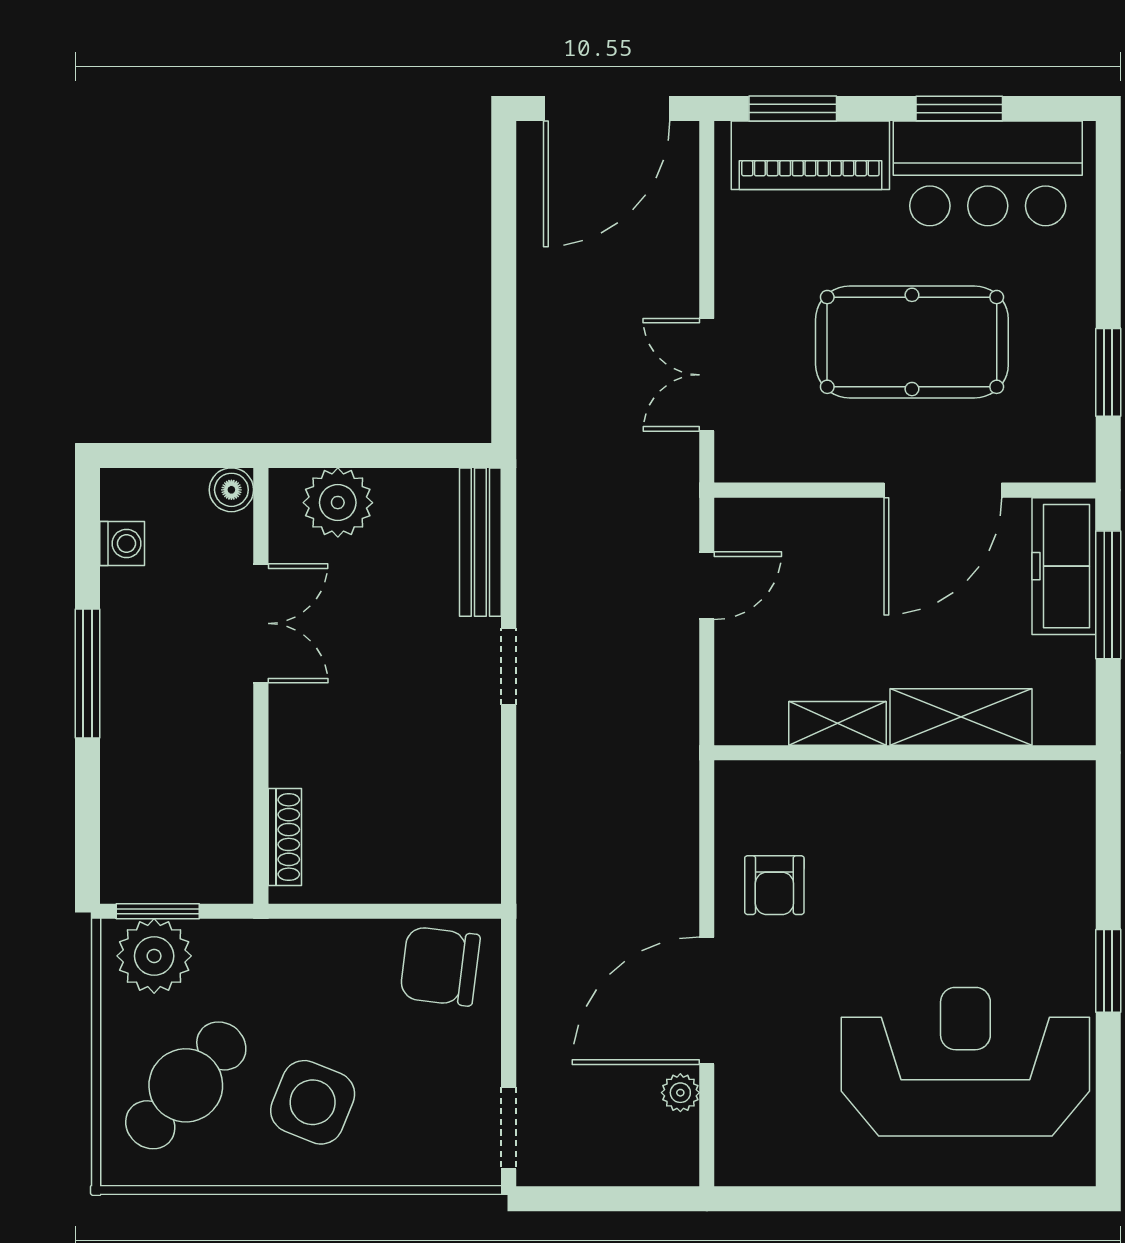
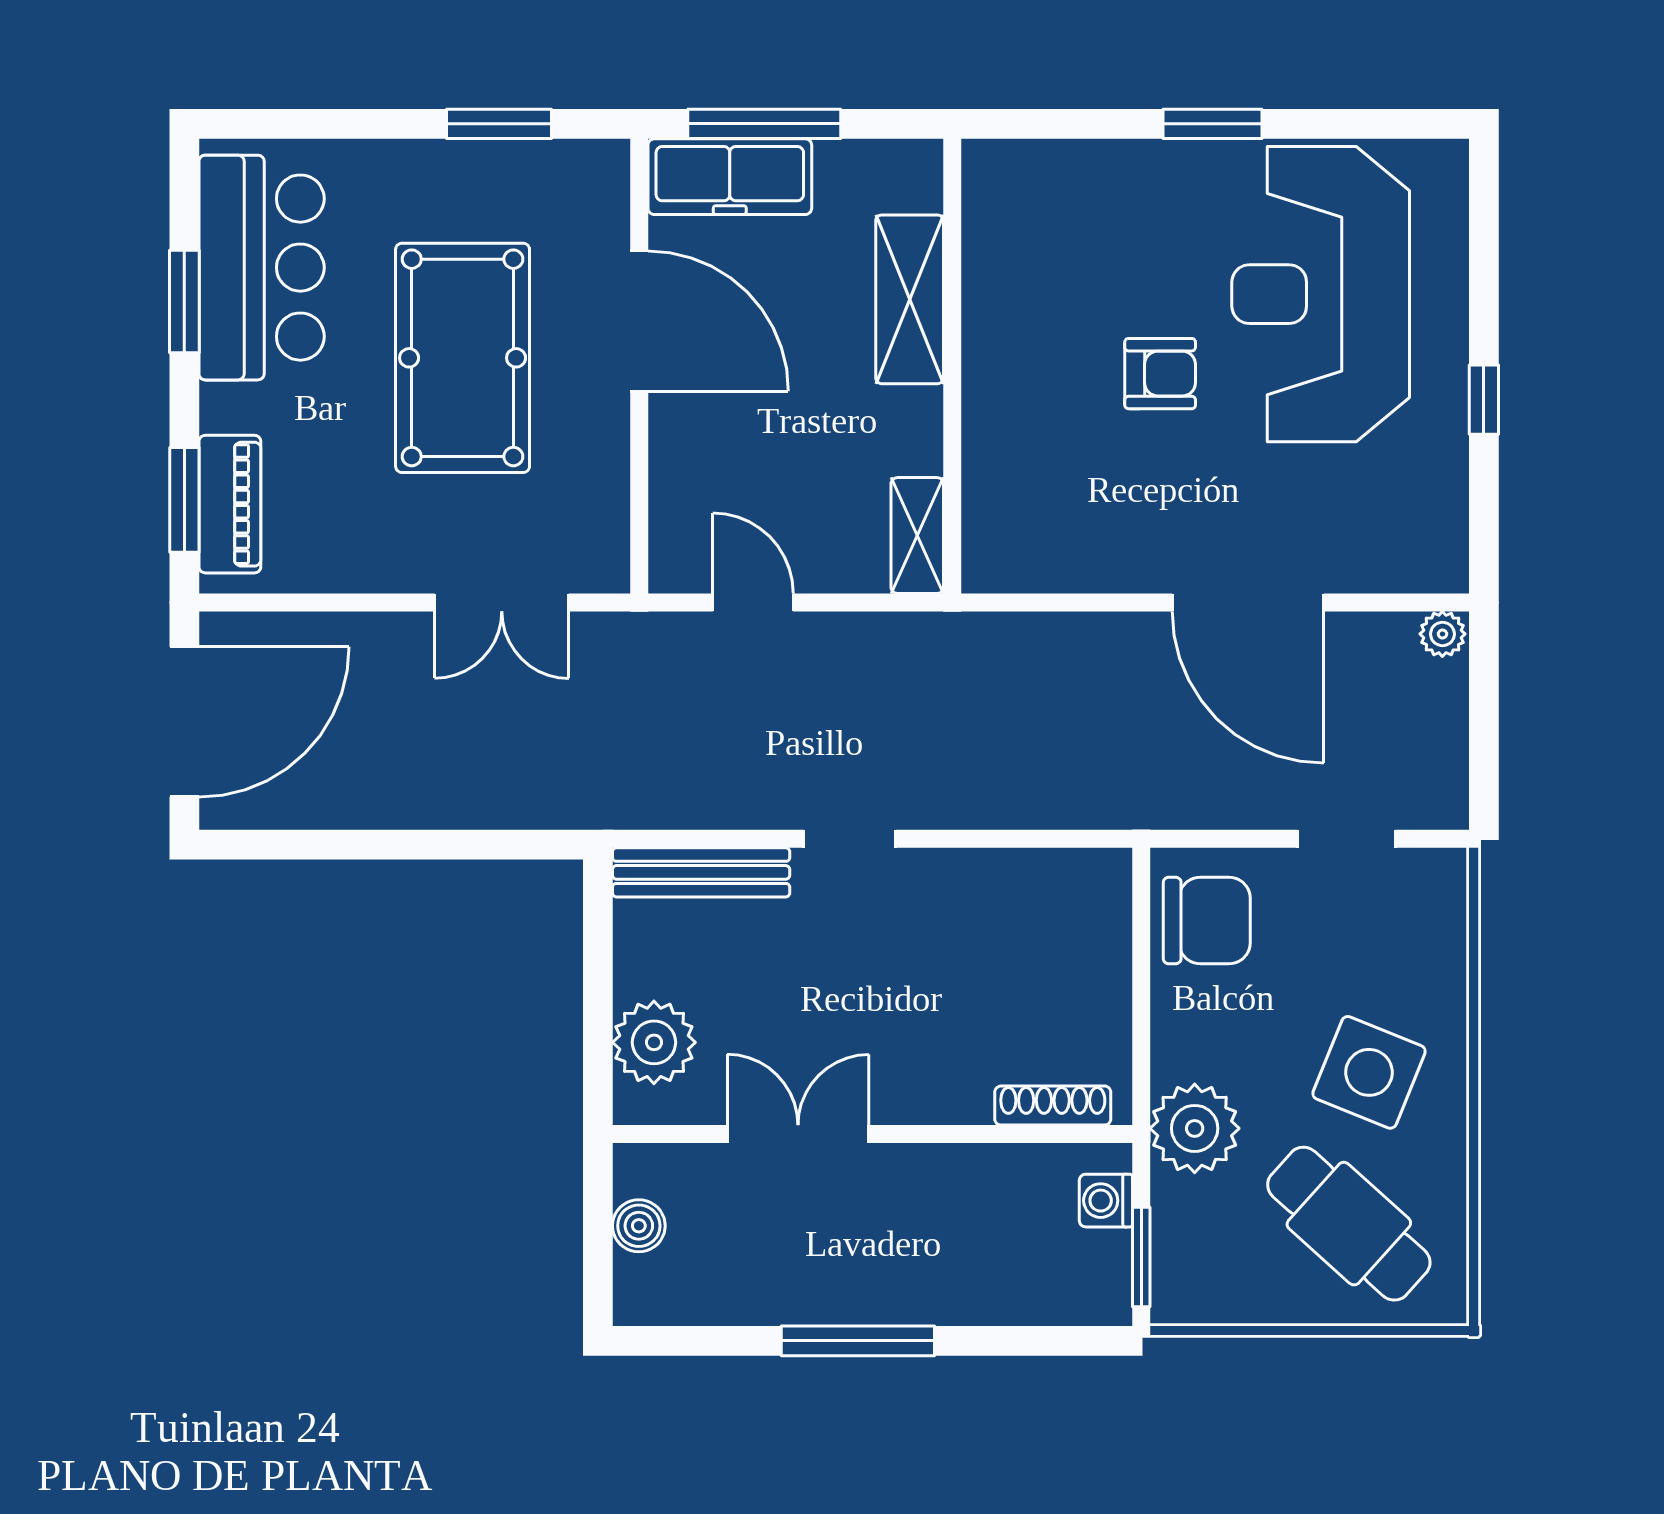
door: (607, 109) -> (184, 722), hinge flipped
piano: (810, 155) -> (230, 504), width x0.73, depth x0.75
boiler: (231, 490) -> (639, 1226), moved
washing machine: (122, 543) -> (1106, 1201), moved, turned -90
shelving: (838, 723) -> (917, 536), moved
armchair: (774, 885) -> (1160, 374), moved
plant: (154, 956) -> (1195, 1128), moved
chair: (440, 966) -> (1207, 921), turned -97
plant: (680, 1093) -> (1442, 634), moved
doorway: (509, 1128) -> (1346, 839), moved
window: (877, 1199) -> (1484, 400), added

